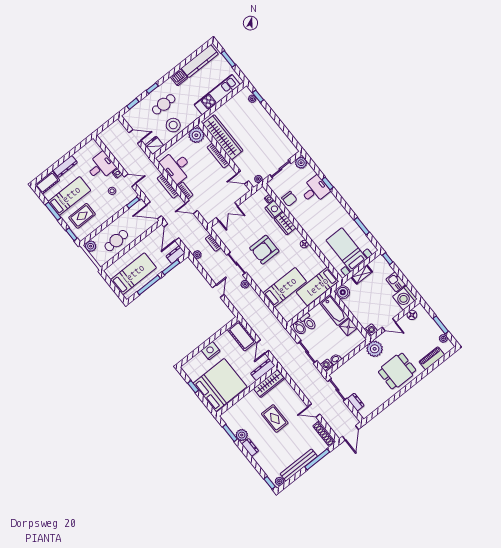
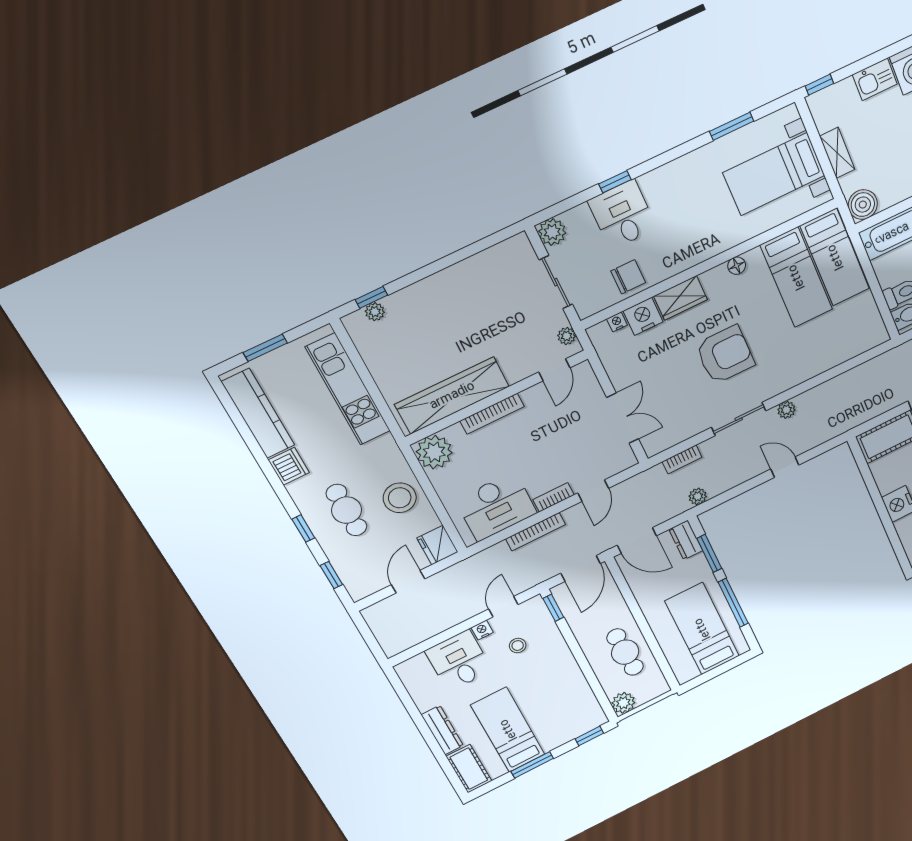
rug: (82, 216) -> (556, 711), removed
armchair: (264, 250) -> (725, 355), turned -90
bed: (285, 287) -> (796, 277), moved, turned 180

